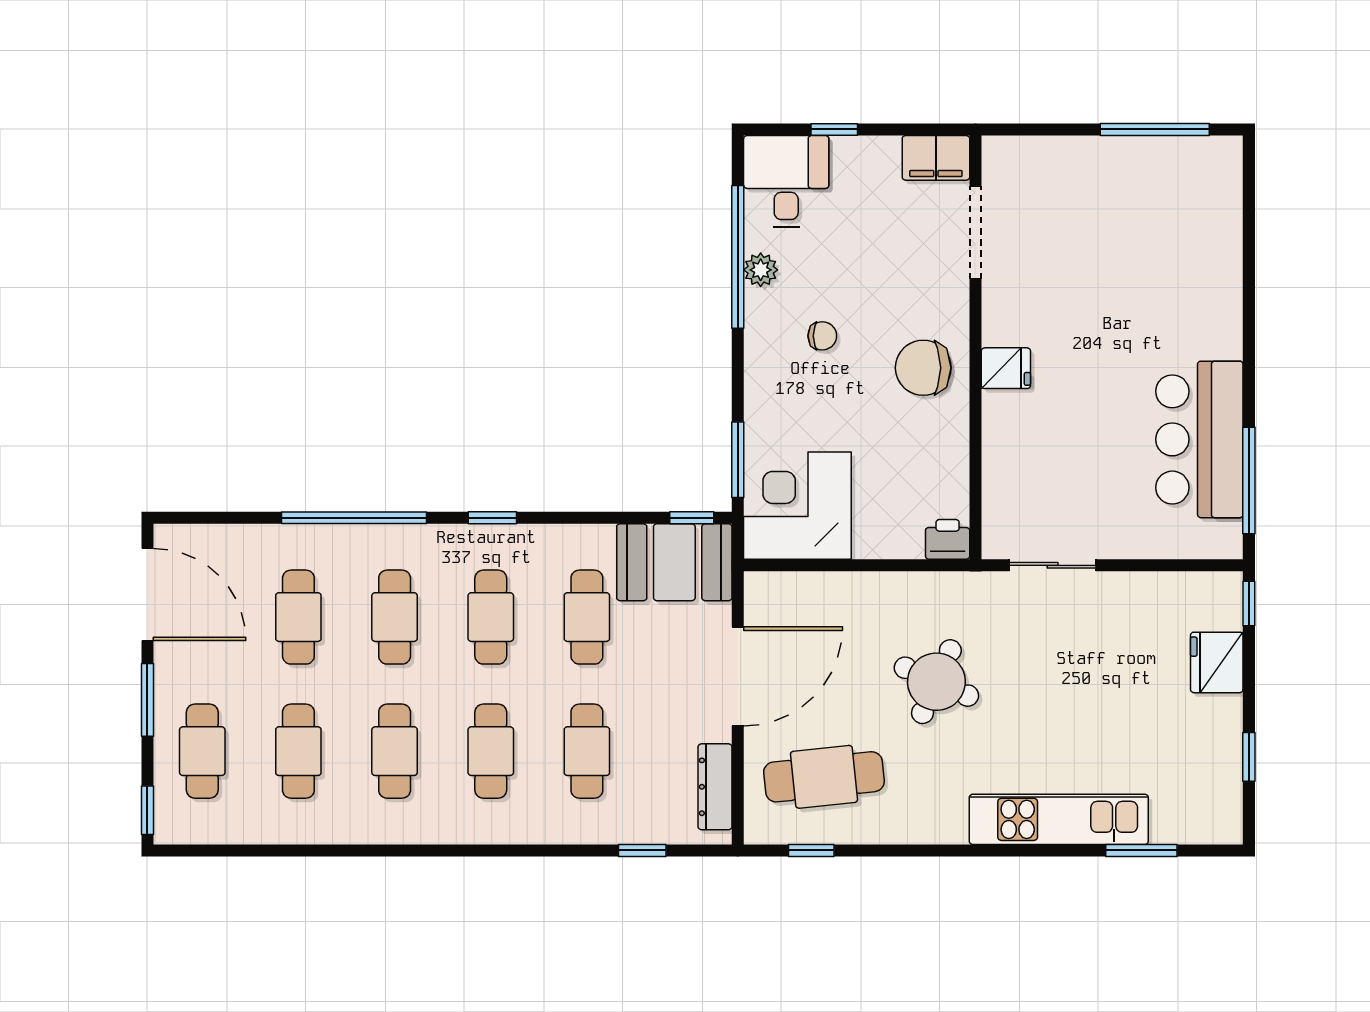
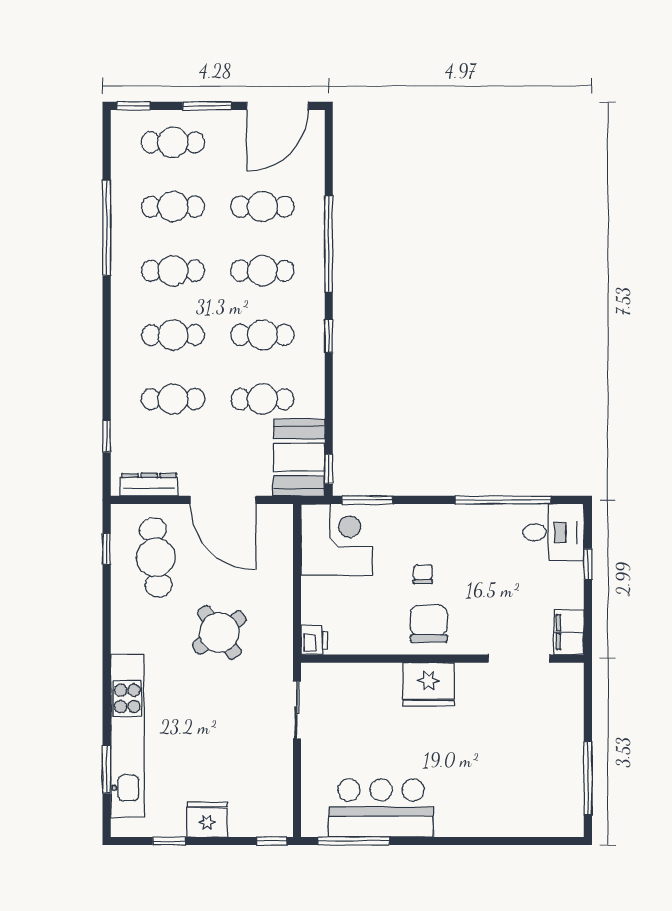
plant: (761, 270) -> (494, 515), removed
chair: (822, 336) -> (423, 574), moved, turned 180
fridge: (1006, 368) -> (429, 684), width x1.88, depth x1.34
fridge: (1217, 662) -> (207, 820), moved
round table: (936, 682) -> (219, 632), turned 30
kitchen unit: (1059, 819) -> (127, 736), width x1.36
window: (330, 850) -> (107, 228), added

